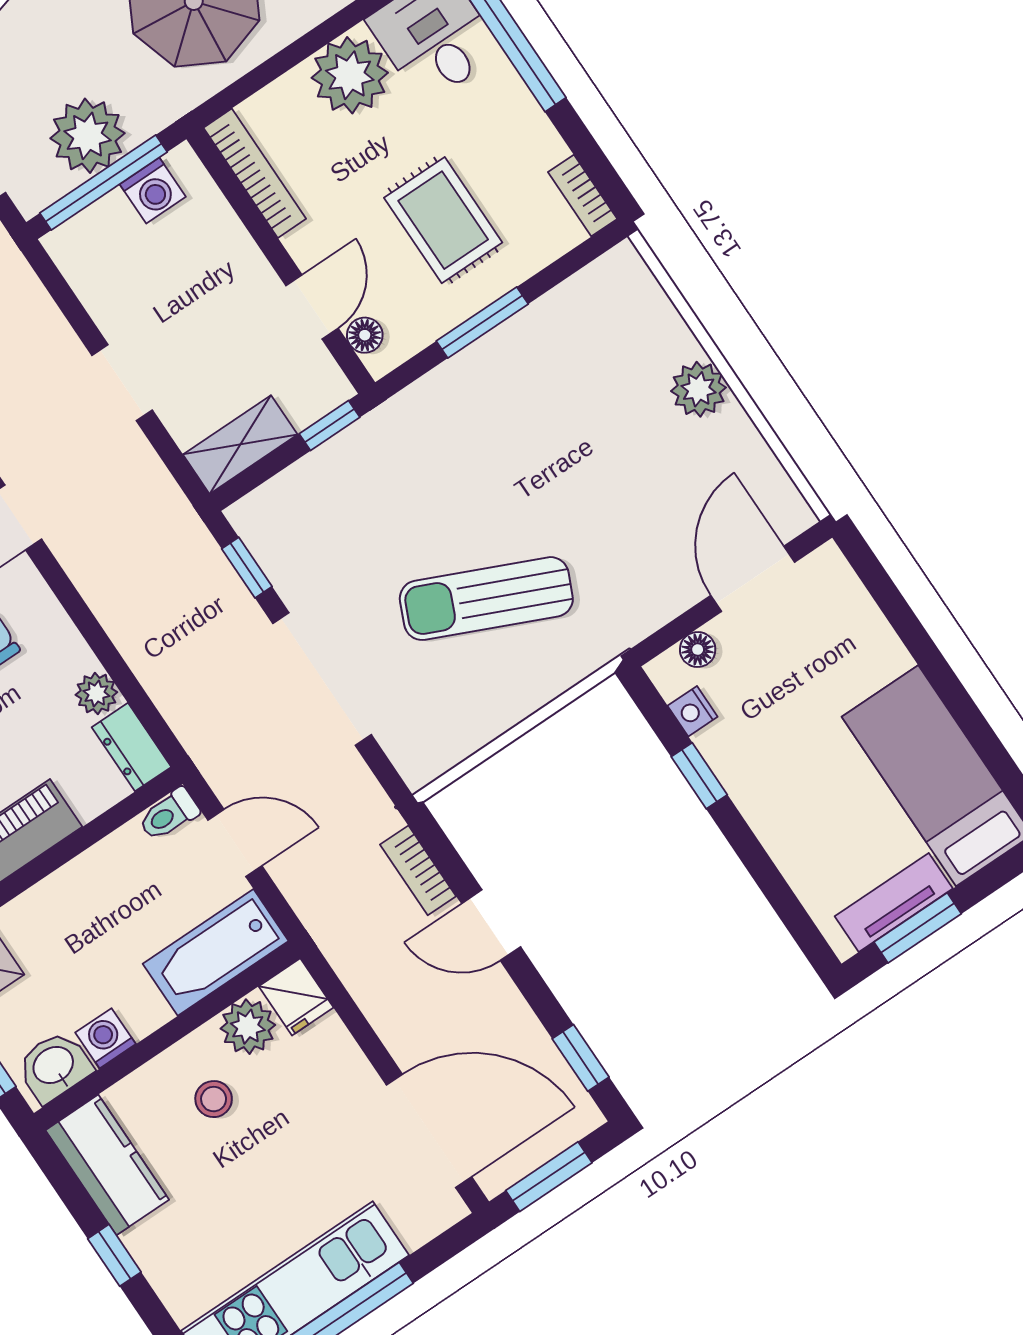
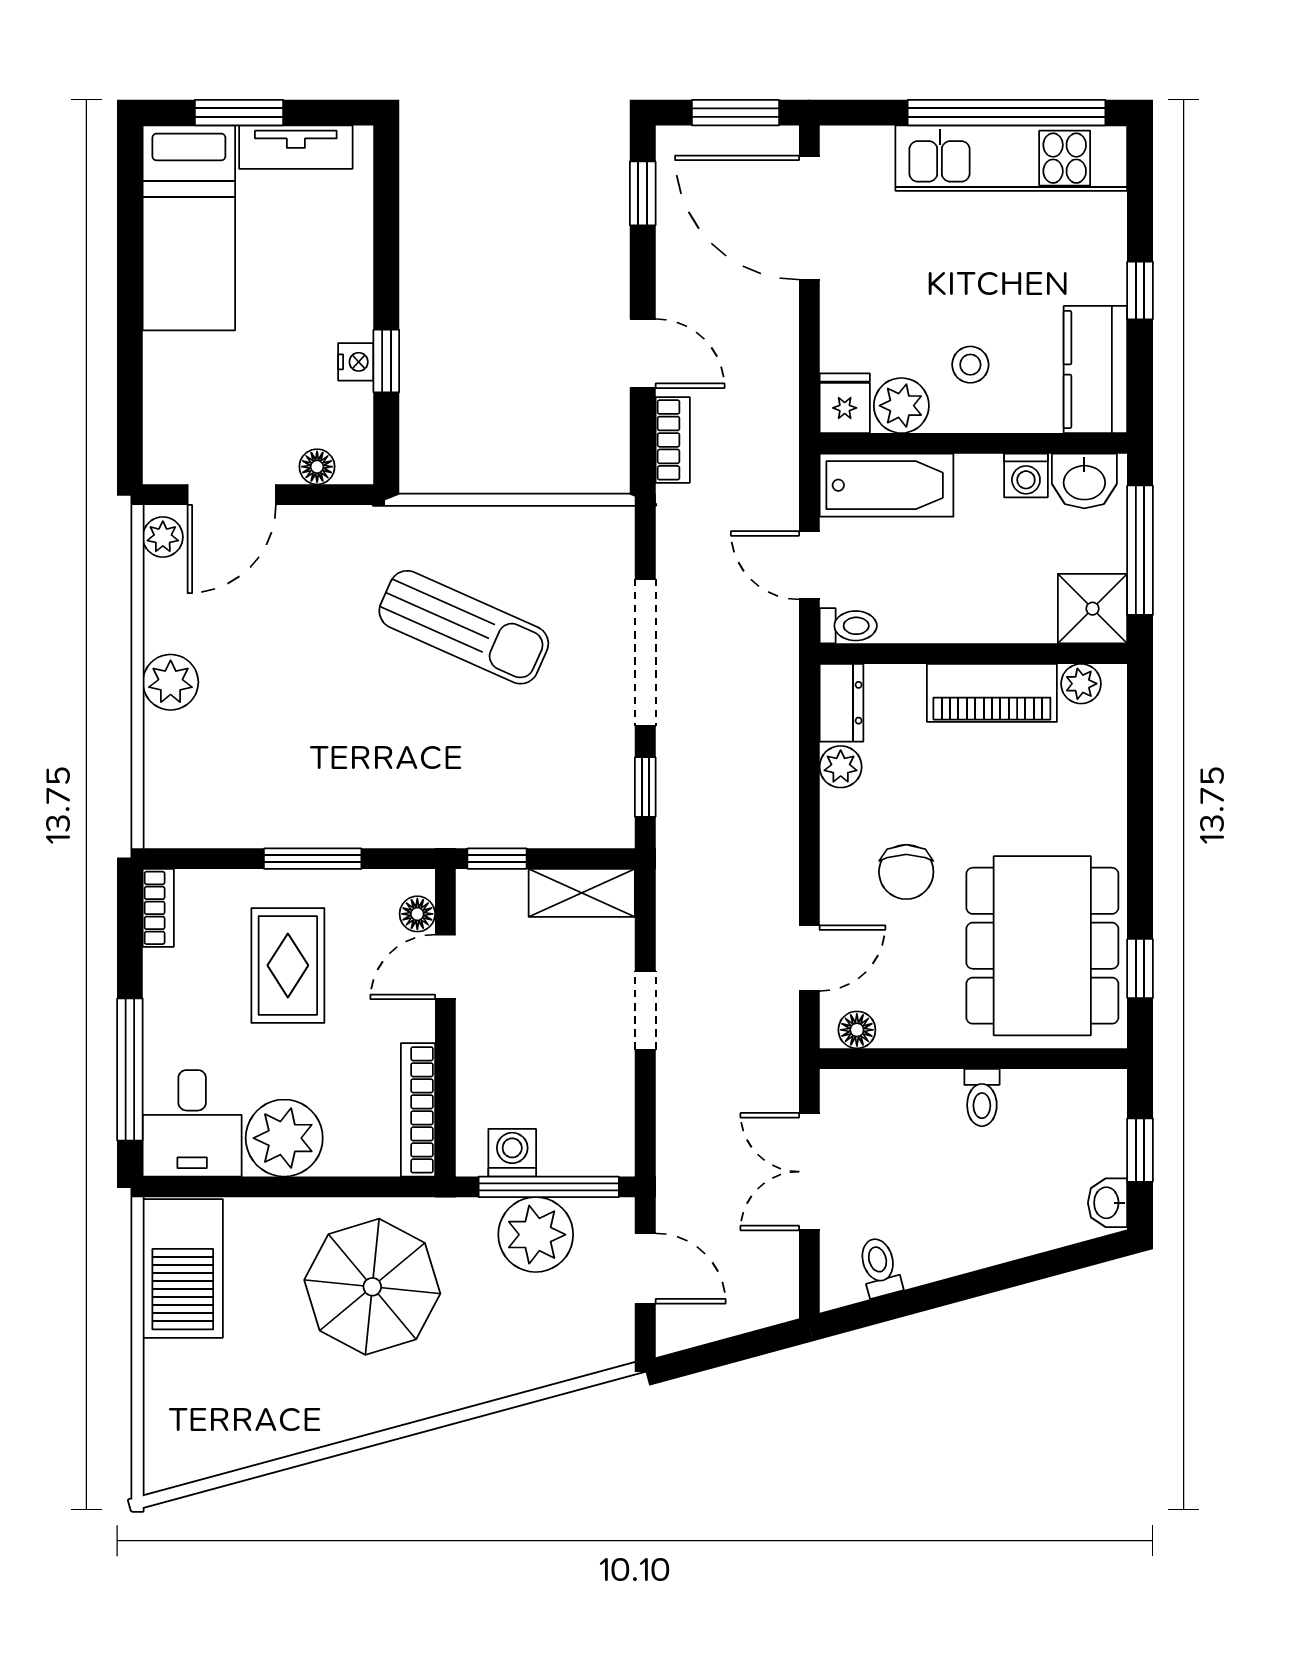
plant: (786, 505) -> (163, 537), added
nightstand: (693, 711) -> (356, 362), moved
window: (918, 928) -> (239, 113), moved

